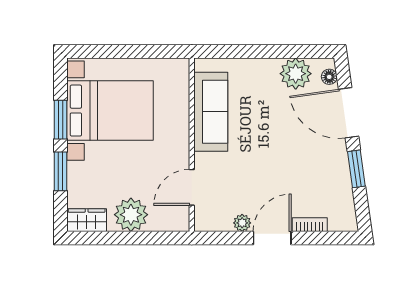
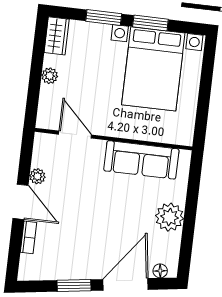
plant: (296, 74) -> (170, 217), moved
plant: (131, 215) -> (50, 76), width x0.53, depth x0.53

